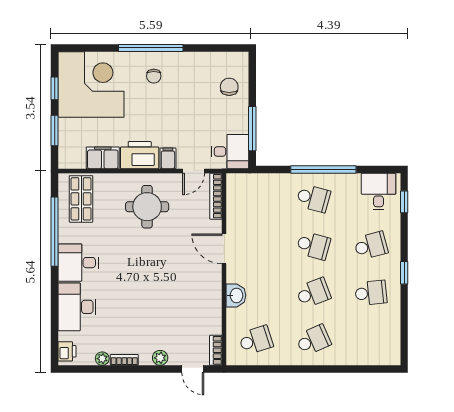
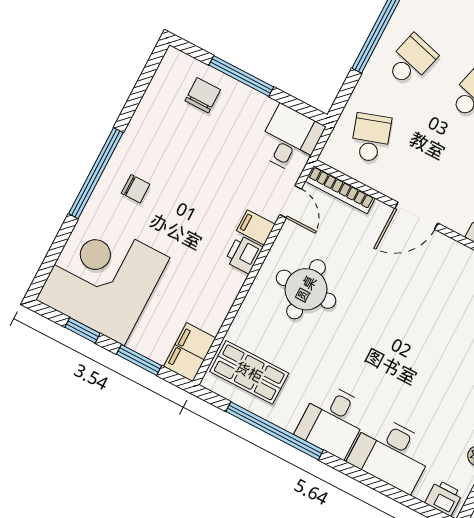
chair: (229, 87) -> (203, 95), turned 90
window: (252, 129) -> (241, 76), moved
printer: (140, 155) -> (244, 254), width x0.53, depth x0.68
filing cabinet: (103, 158) -> (190, 352), moved
school desk: (256, 198) -> (371, 138), added

